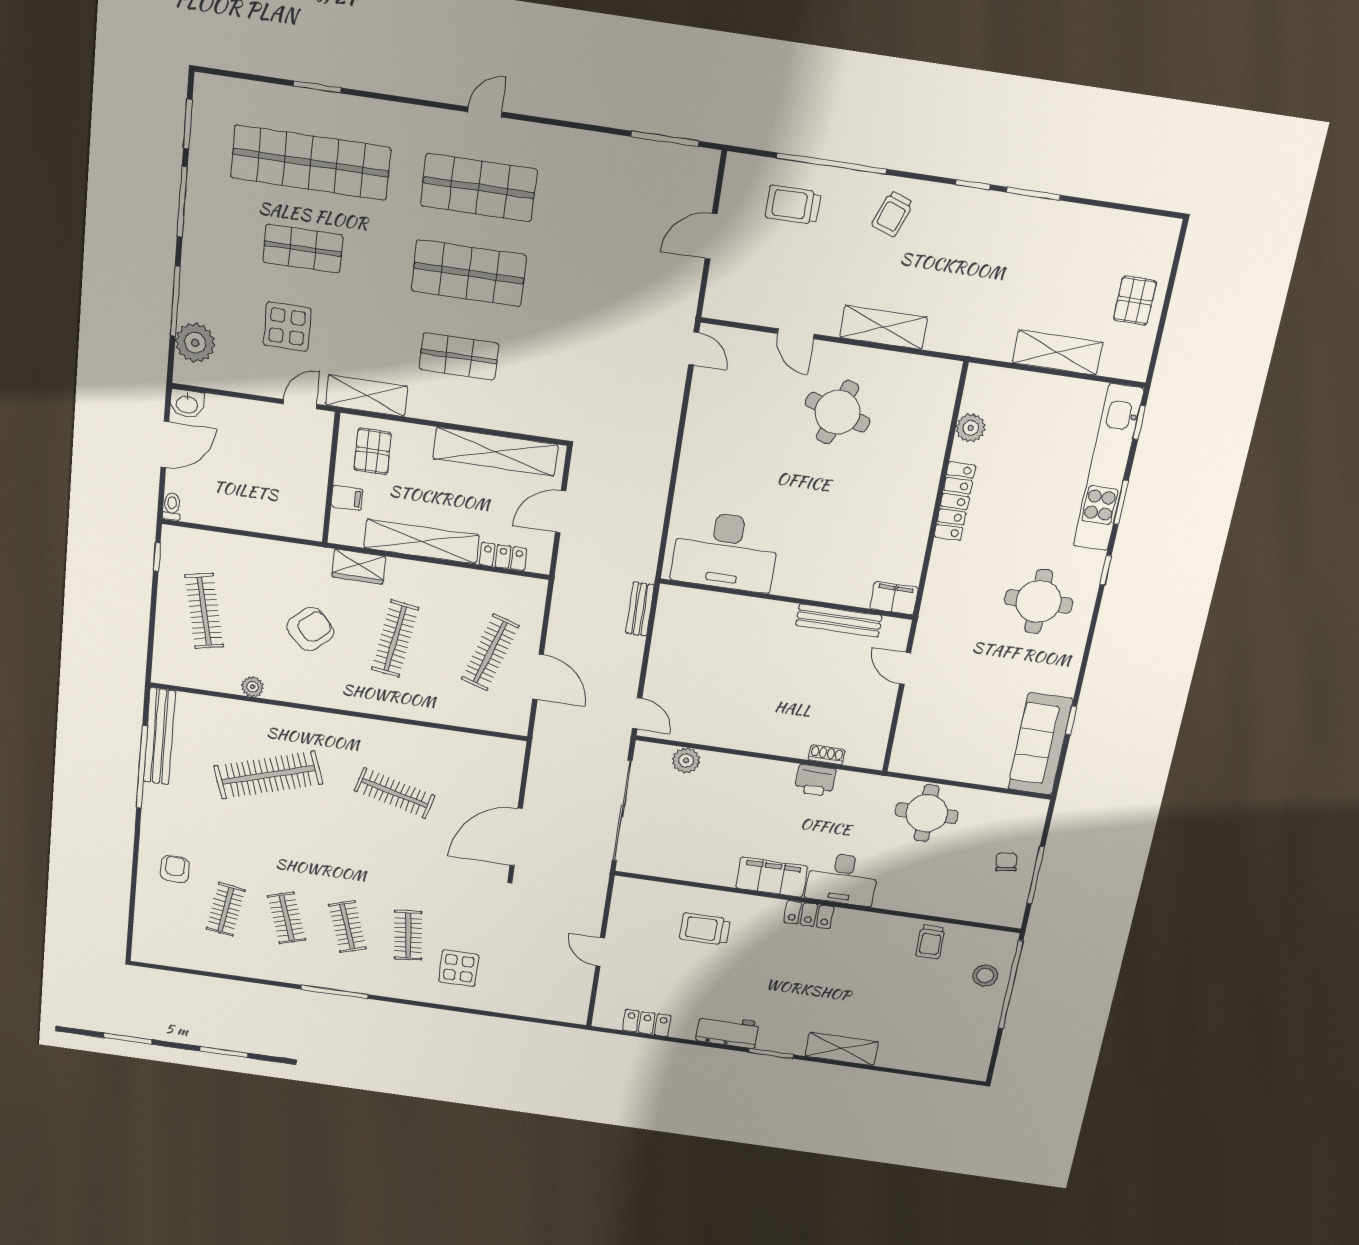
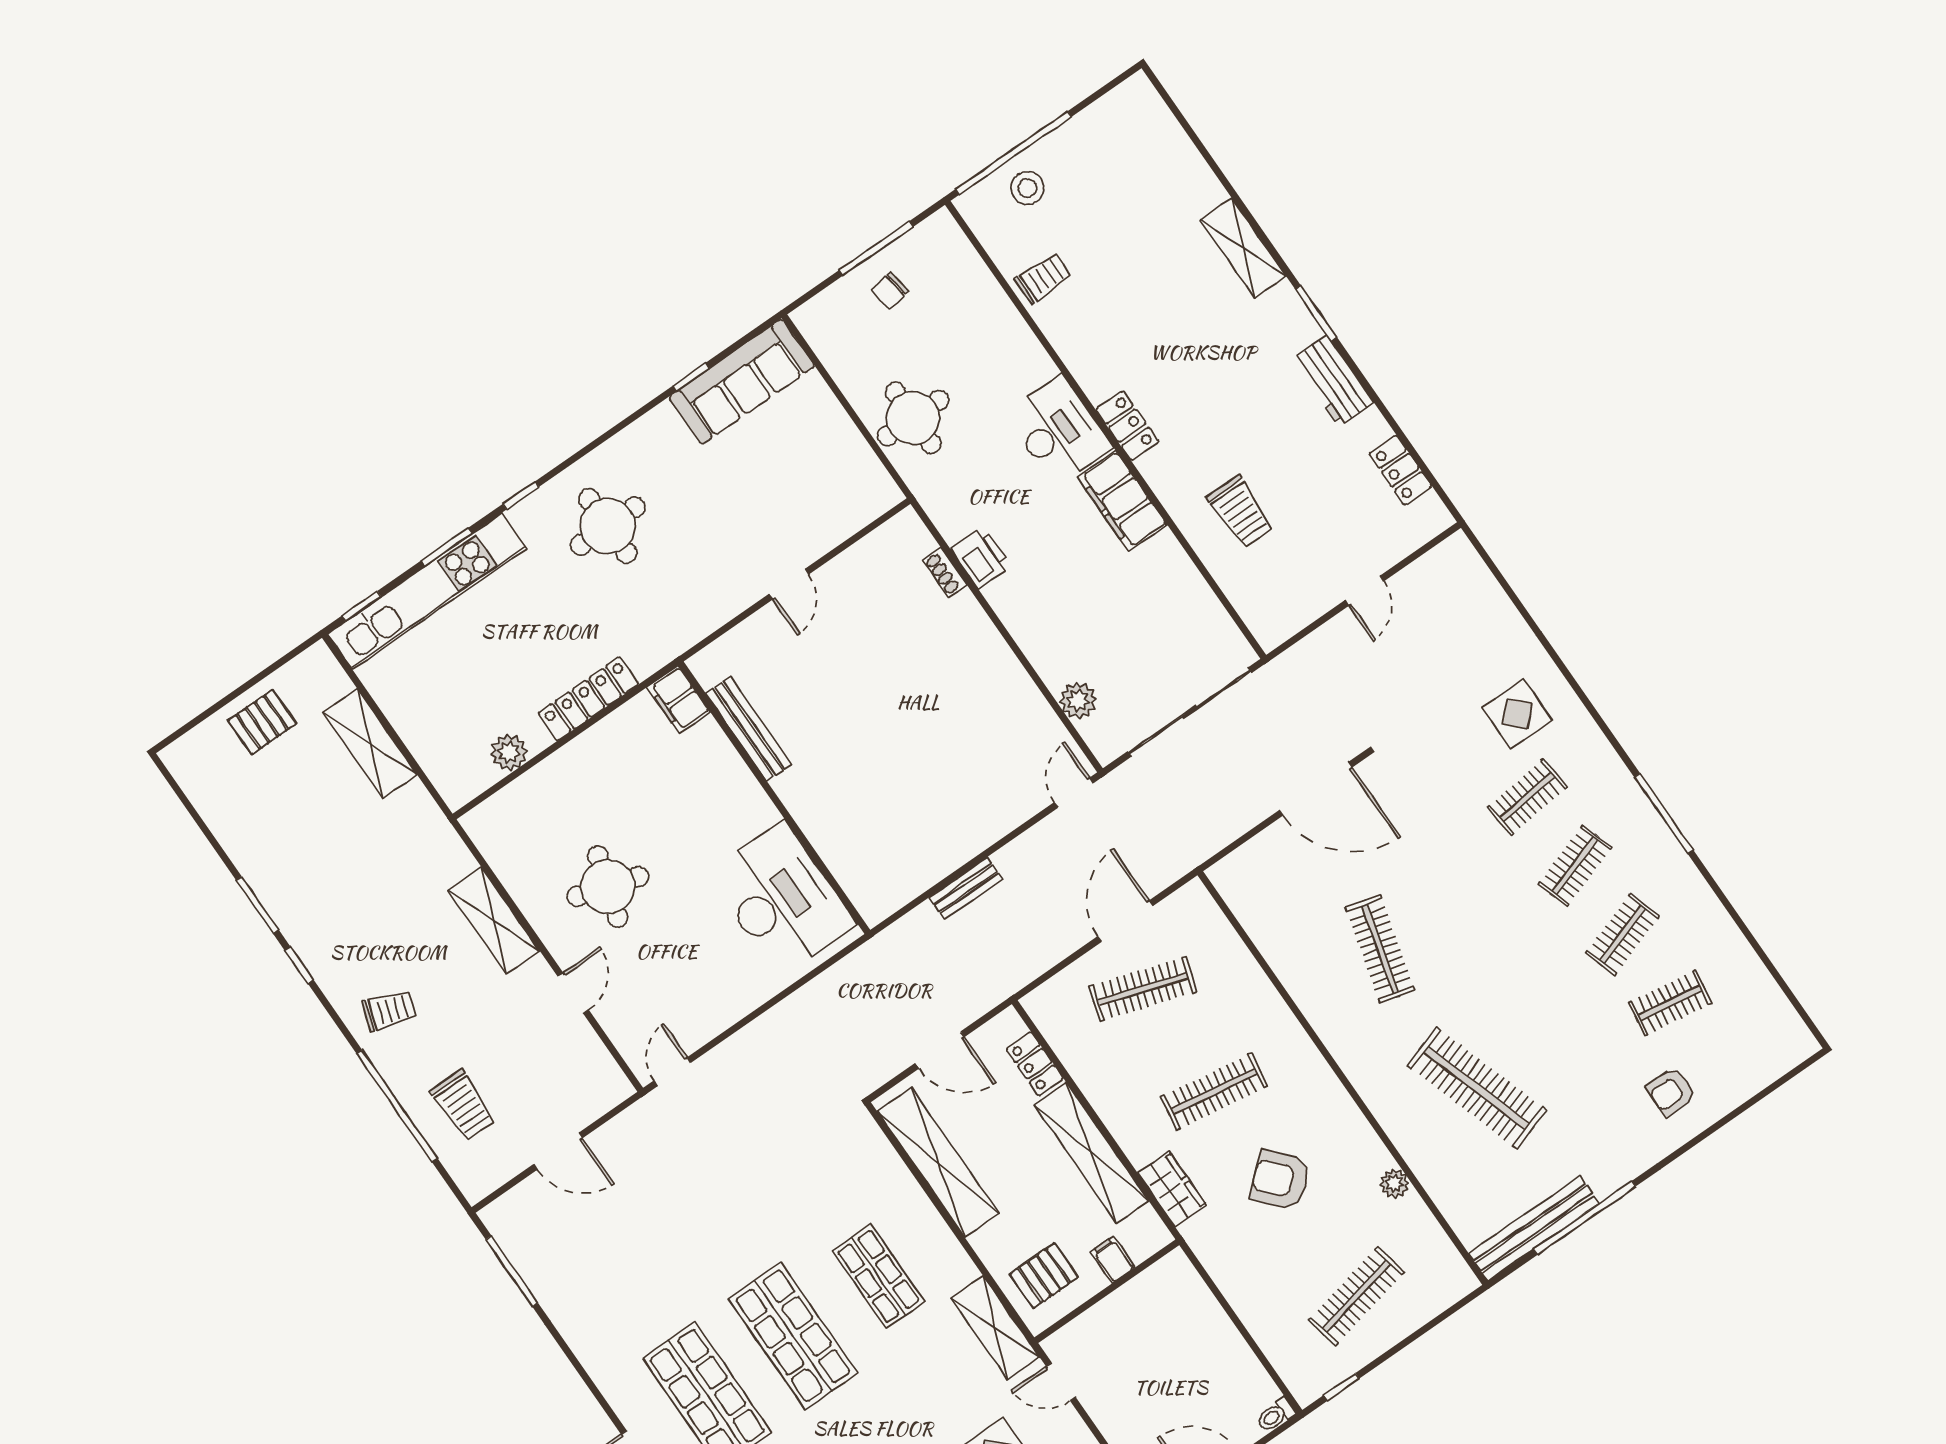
desk: (725, 551) -> (782, 899), moved
filing cabinet: (894, 598) -> (679, 699), moved
wall: (787, 599) -> (774, 798), moved
bench: (839, 621) -> (749, 729), moved

